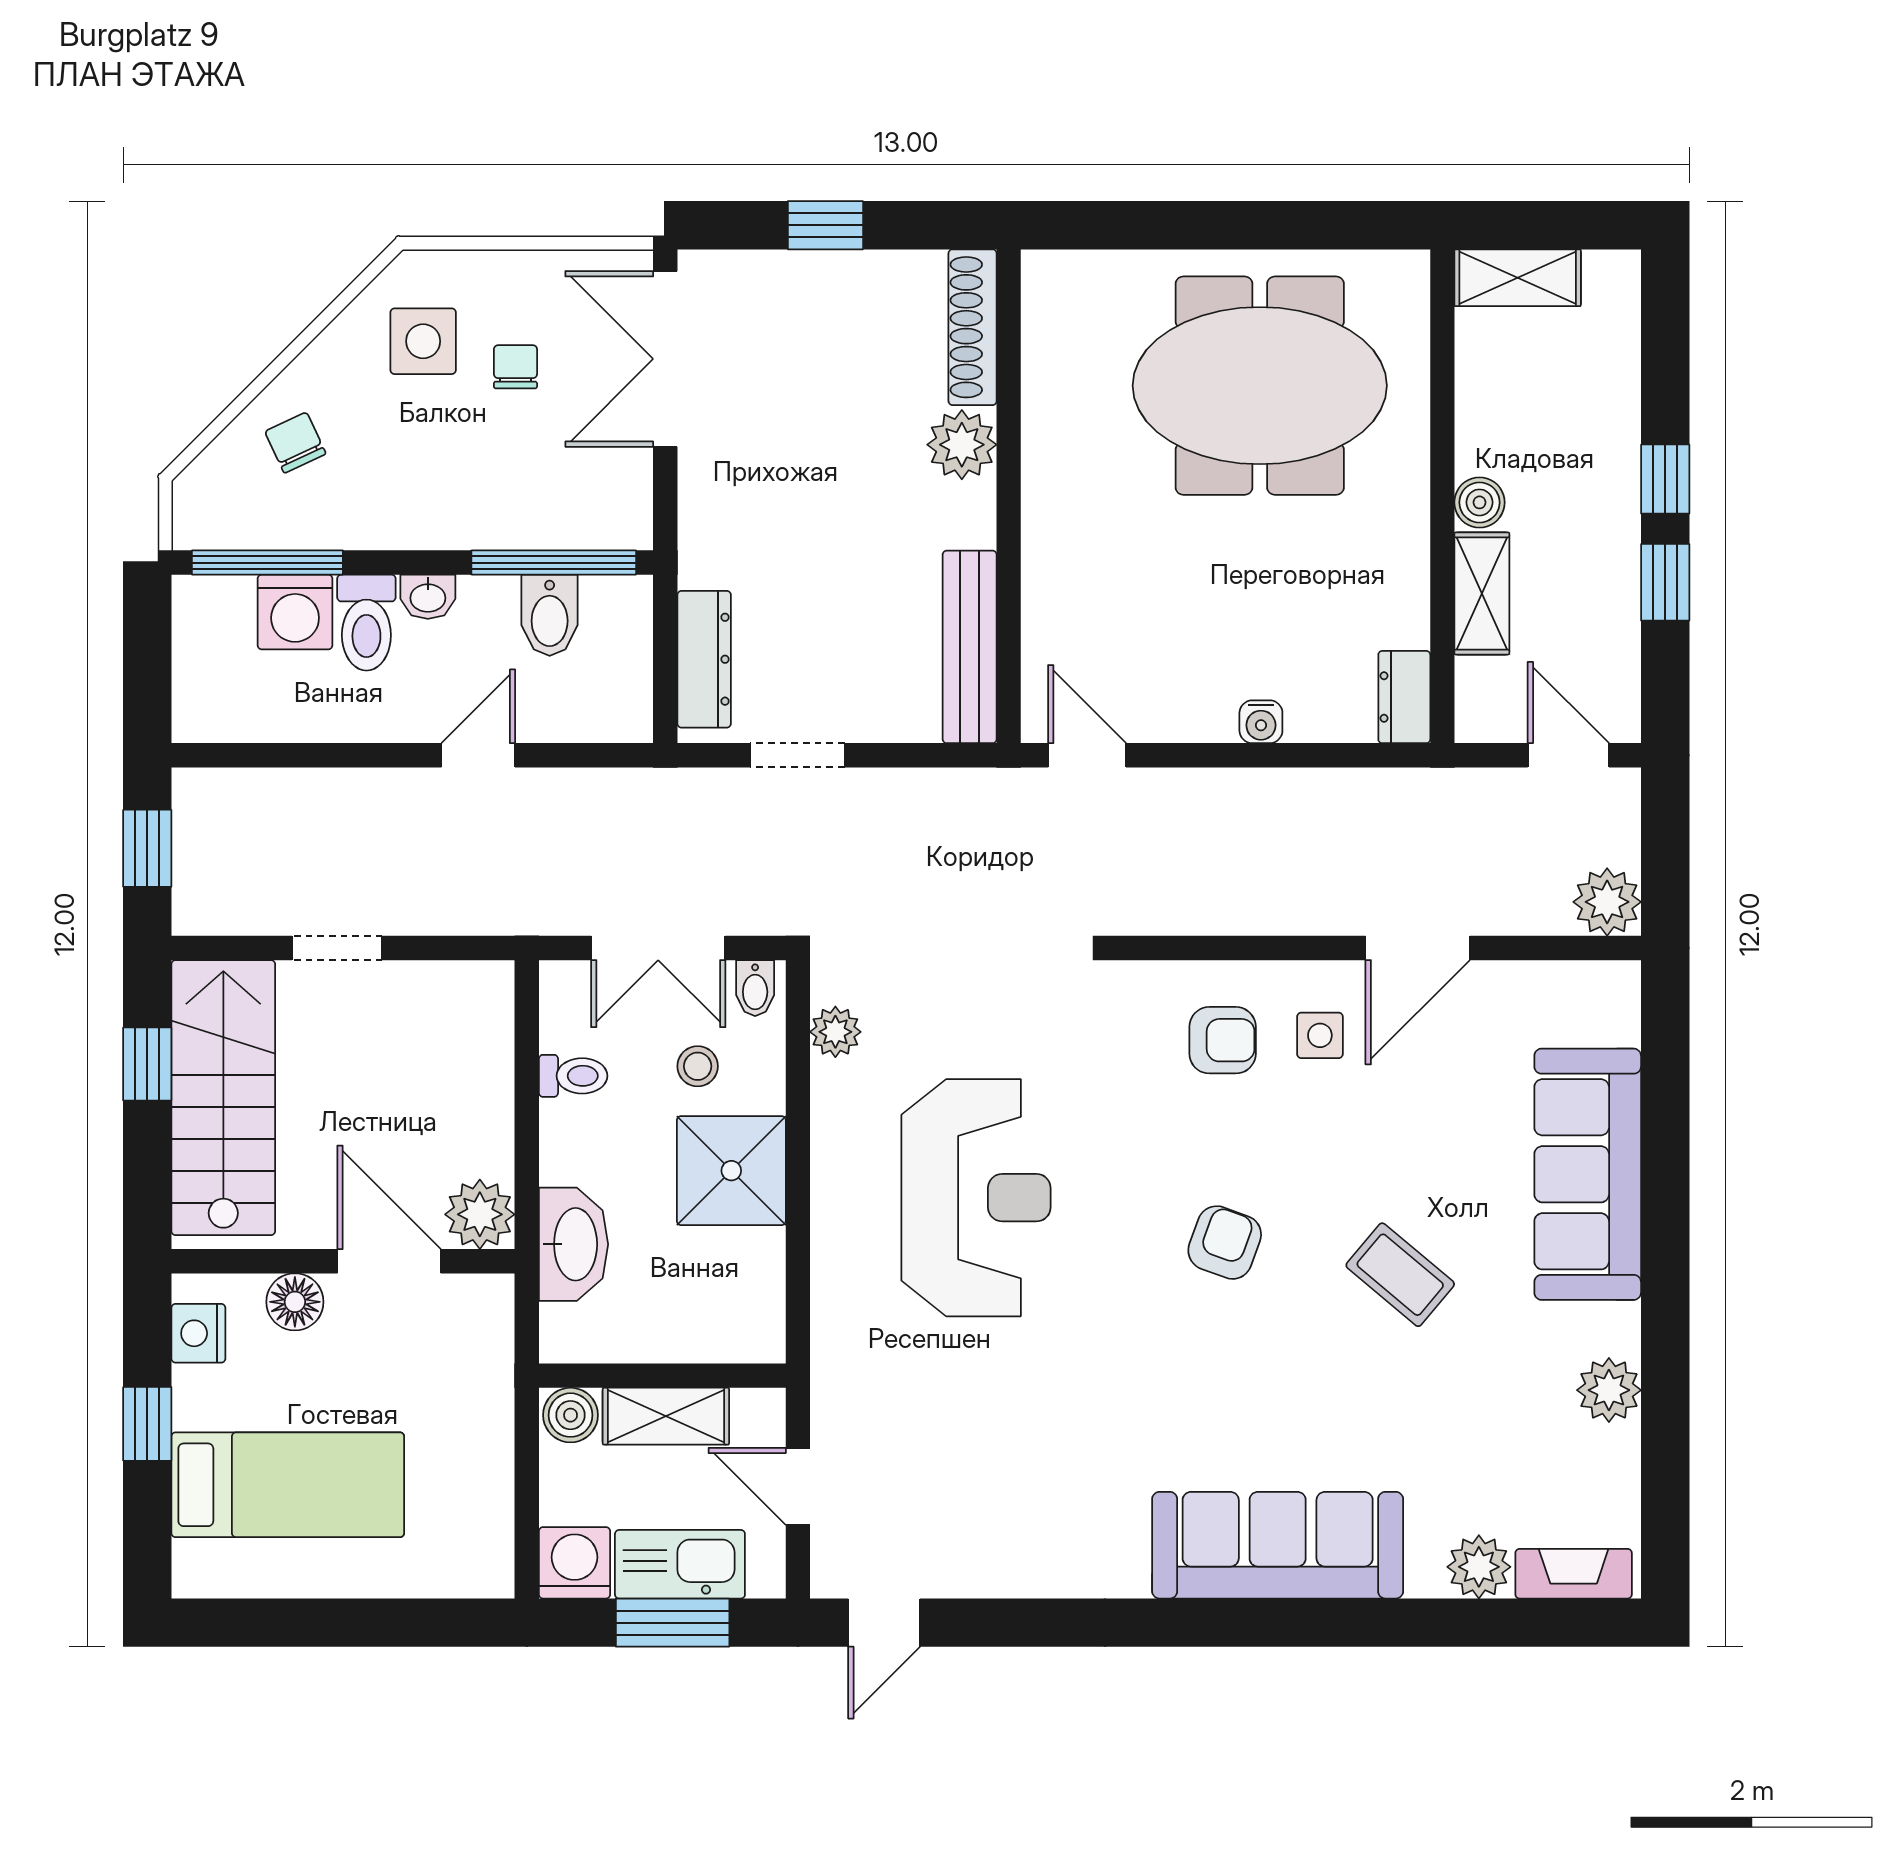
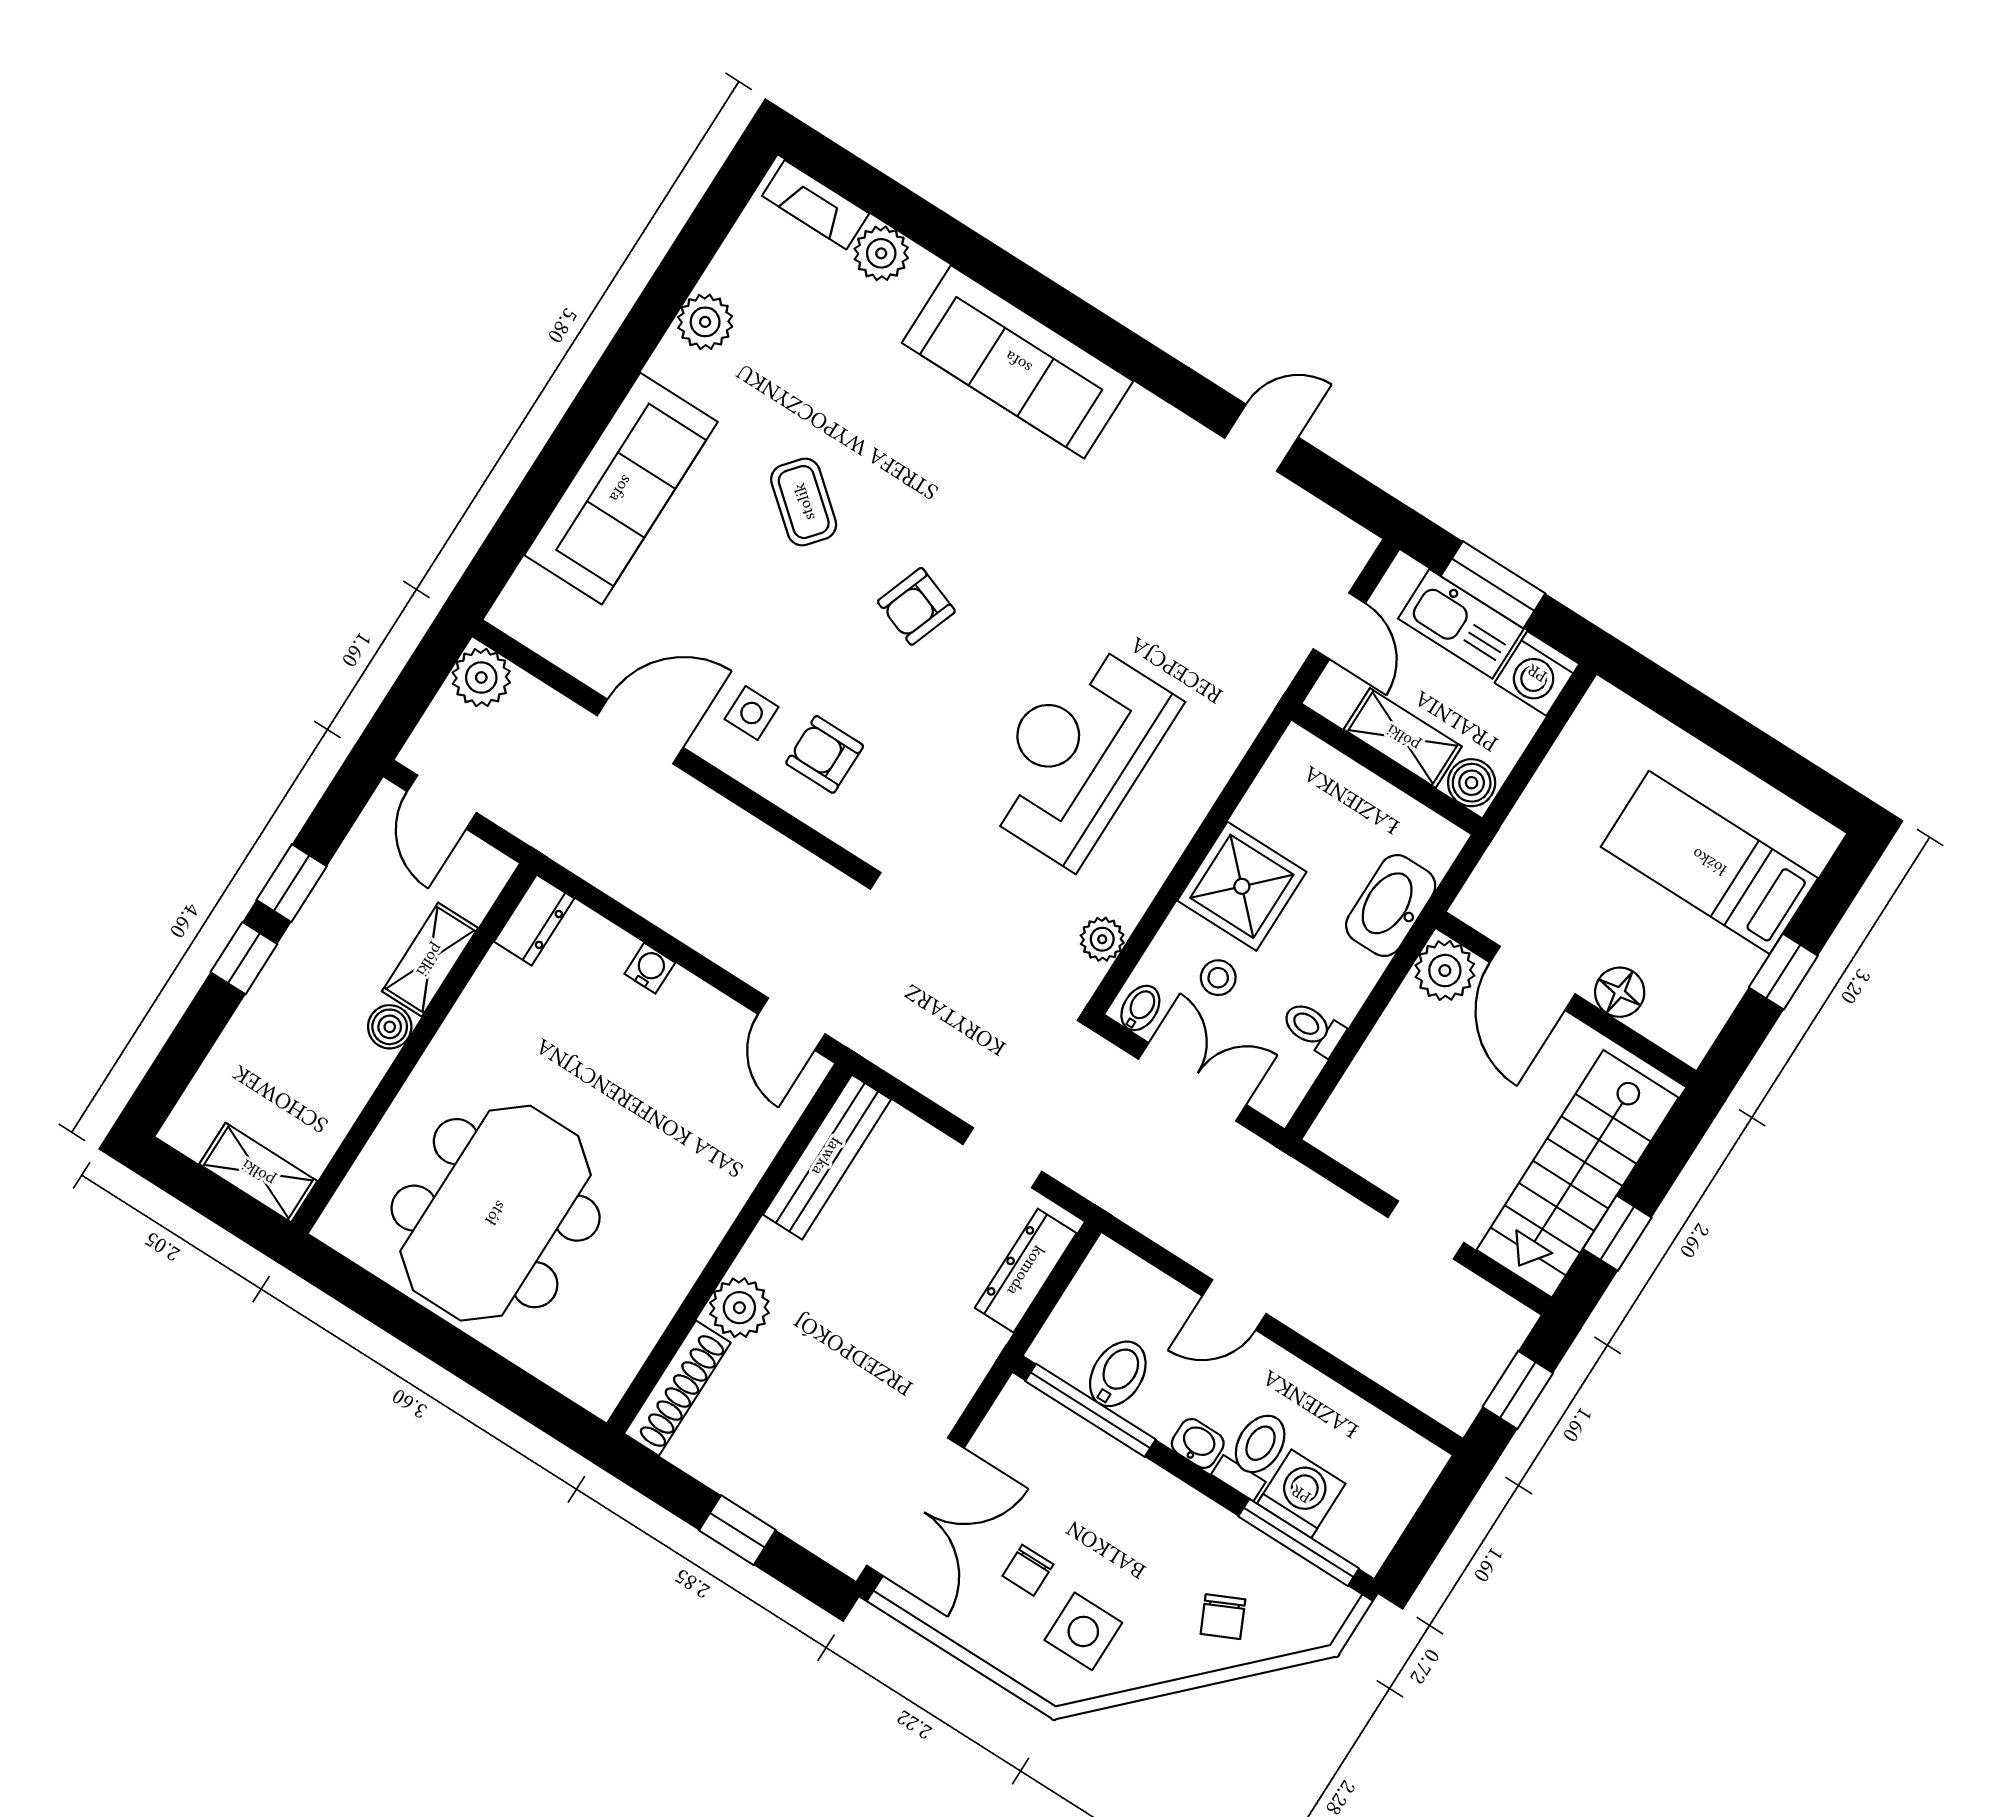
meeting table: (1260, 386) -> (496, 1213), turned 90
nightstand: (198, 1333) -> (1704, 1014), removed
door: (884, 1623) -> (1261, 438), moved

